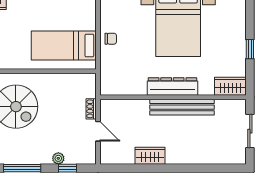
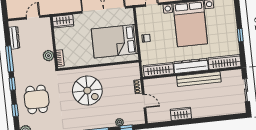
bed: (64, 46) -> (115, 41), width x1.50
wardrobe: (230, 86) -> (224, 62), width x1.50
wardrobe: (124, 87) -> (159, 70), added

